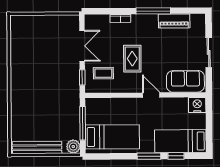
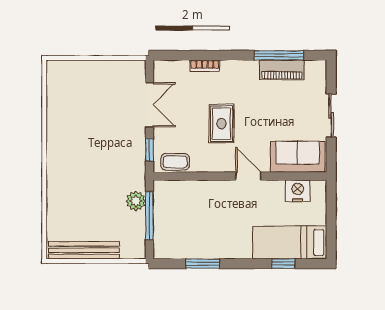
window: (153, 11) -> (279, 55), moved
coffee table: (103, 73) -> (175, 162), moved
nightstand: (197, 105) -> (298, 191), moved
bed: (112, 137) -> (192, 236), removed
plant: (73, 147) -> (136, 201), moved
window: (149, 156) -> (203, 264), moved

